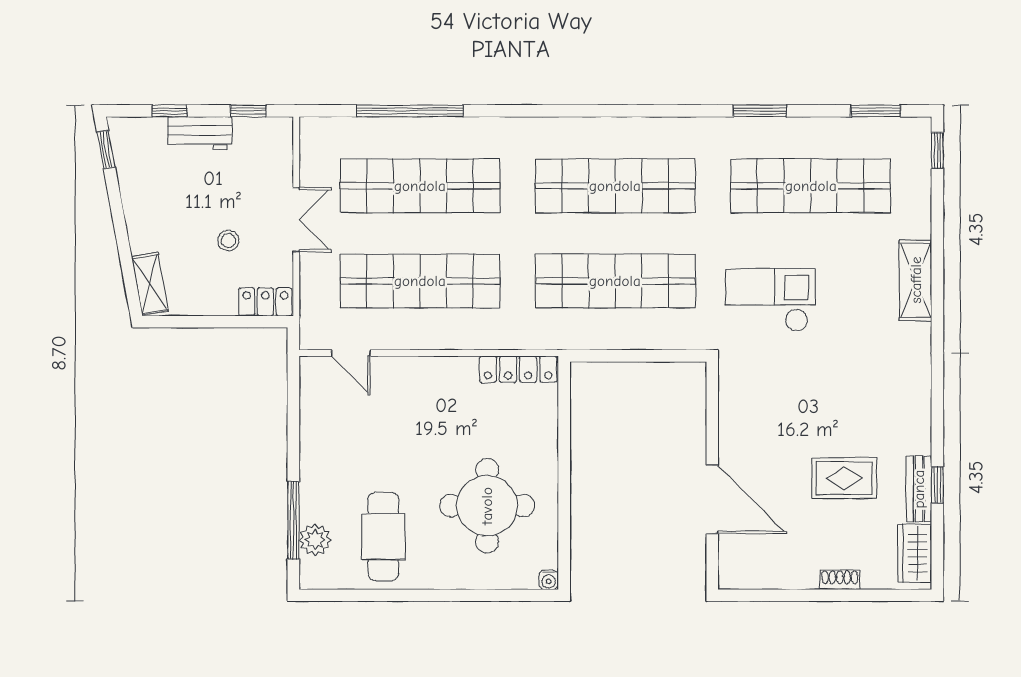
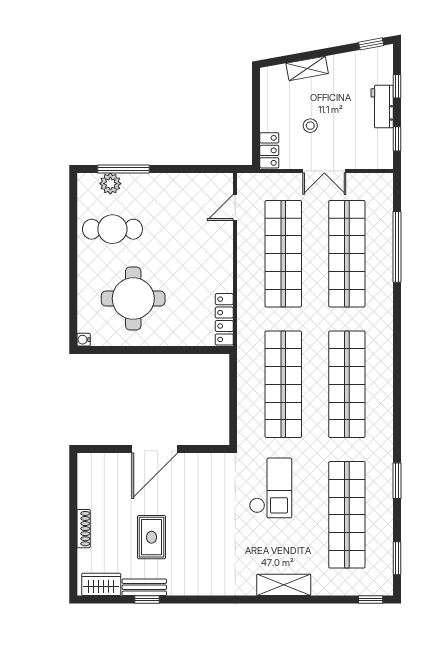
shelving: (150, 284) -> (307, 68), moved
door: (712, 500) -> (155, 449), moved
shoe rack: (840, 580) -> (84, 529), width x1.43

